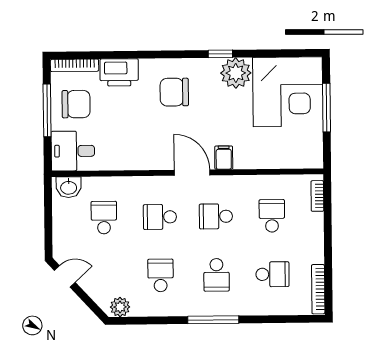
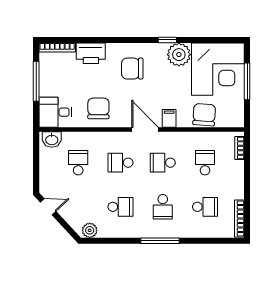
chair: (76, 104) -> (98, 108), moved, turned -90
chair: (270, 152) -> (204, 115), added
school desk: (161, 275) -> (120, 207), turned 90

